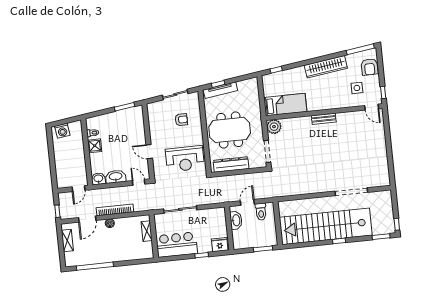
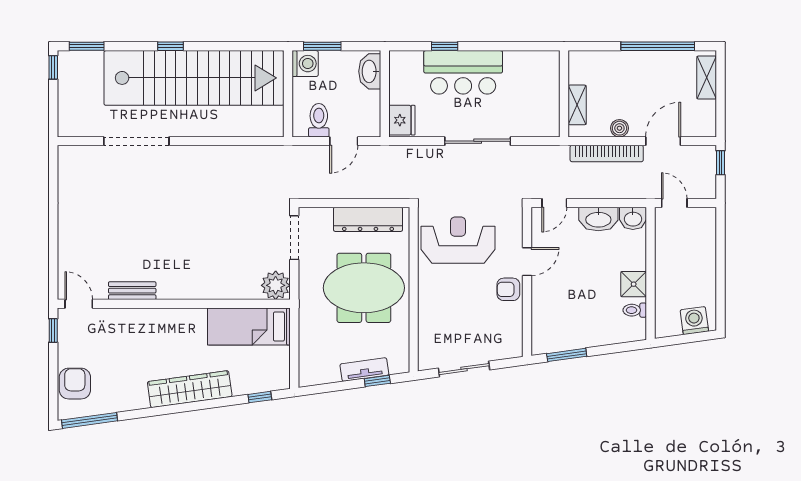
wardrobe: (326, 67) -> (190, 389), moved
side table: (357, 88) -> (104, 345), removed
tv unit: (220, 90) -> (364, 370), width x0.71
bench: (324, 119) -> (132, 291), moved
armchair: (181, 120) -> (508, 289), moved
door: (149, 152) -> (527, 262), hinge flipped
door: (139, 182) -> (554, 203), hinge flipped
door: (78, 189) -> (674, 203), hinge flipped
washbasin: (236, 220) -> (370, 71), moved
shelving: (147, 231) -> (577, 105), moved
wall: (154, 236) -> (564, 94), moved
washing machine: (271, 239) -> (305, 64), added
shelving: (67, 240) -> (707, 78), moved
bar counter: (177, 245) -> (463, 72), moved
fridge: (220, 245) -> (402, 120), moved, turned -90

